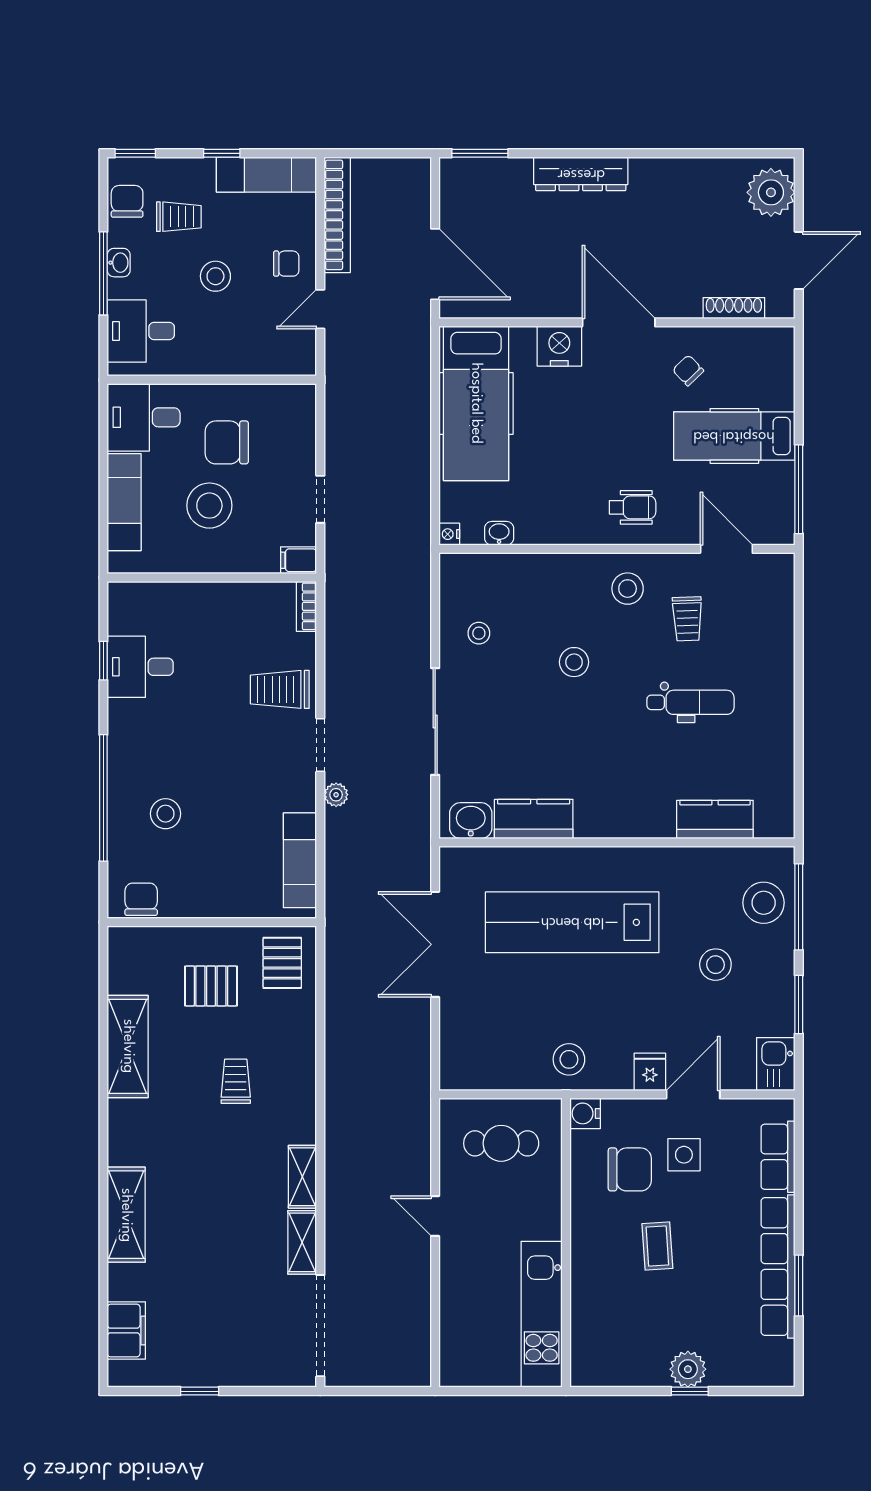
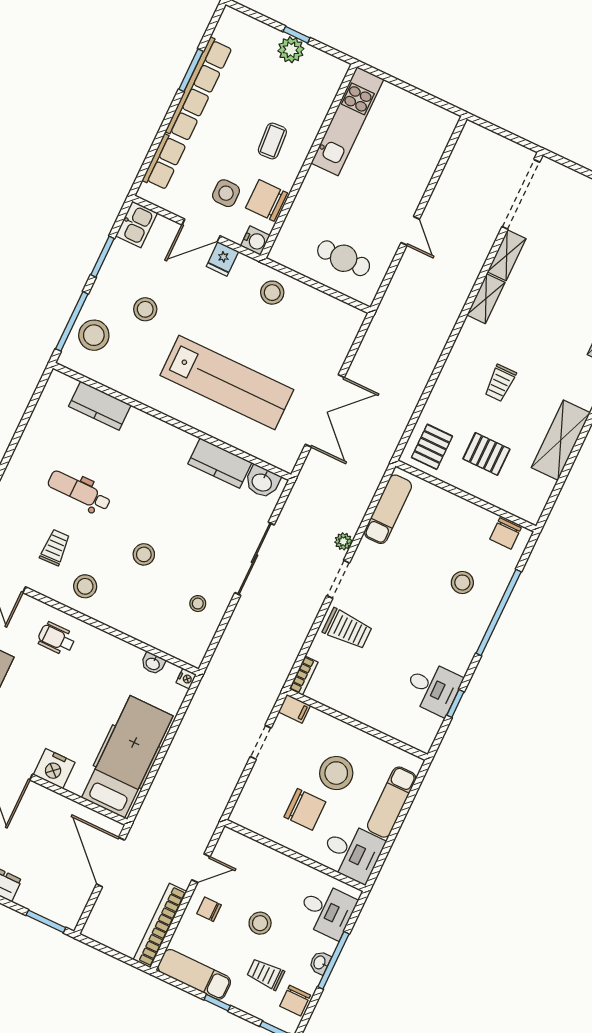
water cooler: (585, 1113) -> (255, 241), moved
wall: (566, 1243) -> (309, 161), moved
kitchen unit: (542, 1314) -> (347, 121), moved

